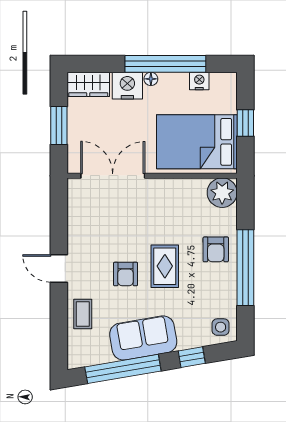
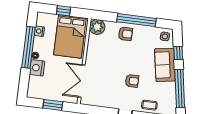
wardrobe: (88, 84) -> (34, 87), removed
rug: (165, 266) -> (131, 61), removed
sofa: (143, 338) -> (165, 65), moved

